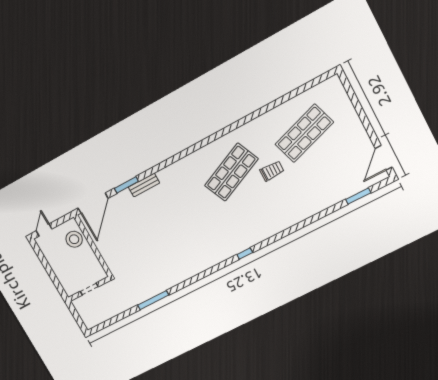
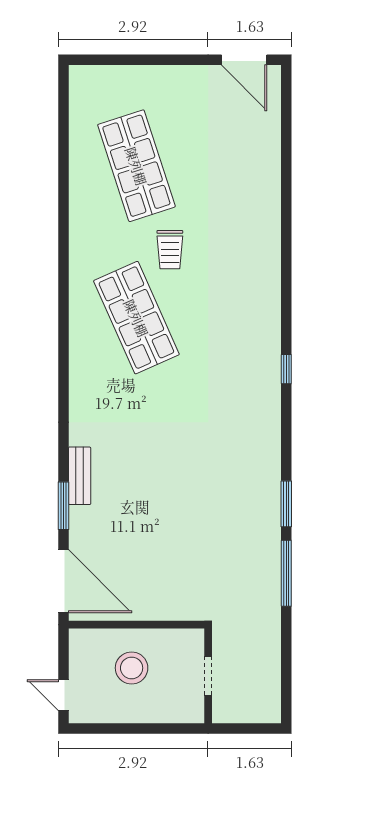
trolley: (272, 171) -> (170, 250), turned 180
window: (358, 196) -> (286, 504), moved
stool: (74, 239) -> (132, 668), moved

